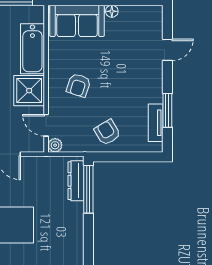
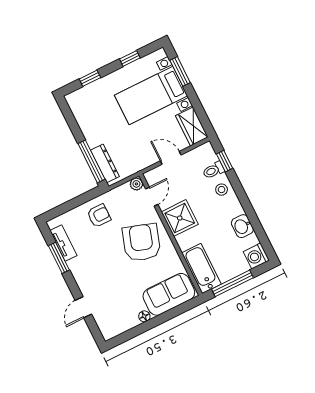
bathtub: (32, 49) -> (201, 269), moved
armchair: (79, 85) -> (142, 242), width x1.88, depth x1.88
door: (46, 125) -> (152, 197), hinge flipped
armchair: (107, 132) -> (99, 216), turned -59

